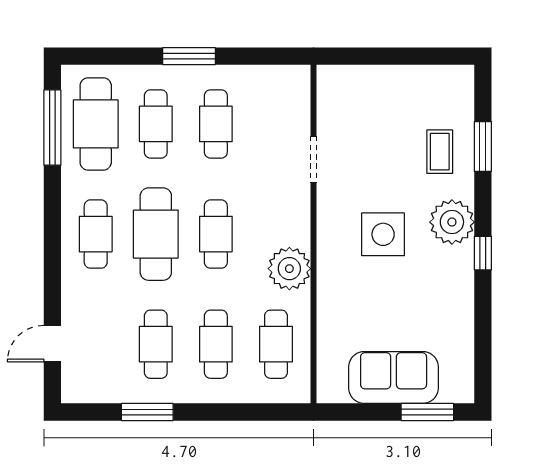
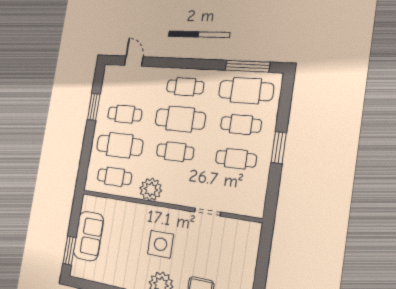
cafe table: (216, 344) -> (120, 145), width x1.37, depth x1.35

